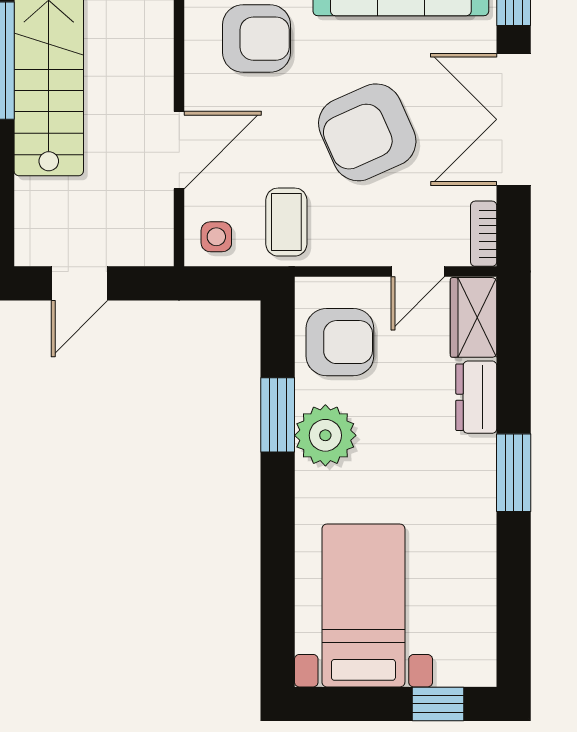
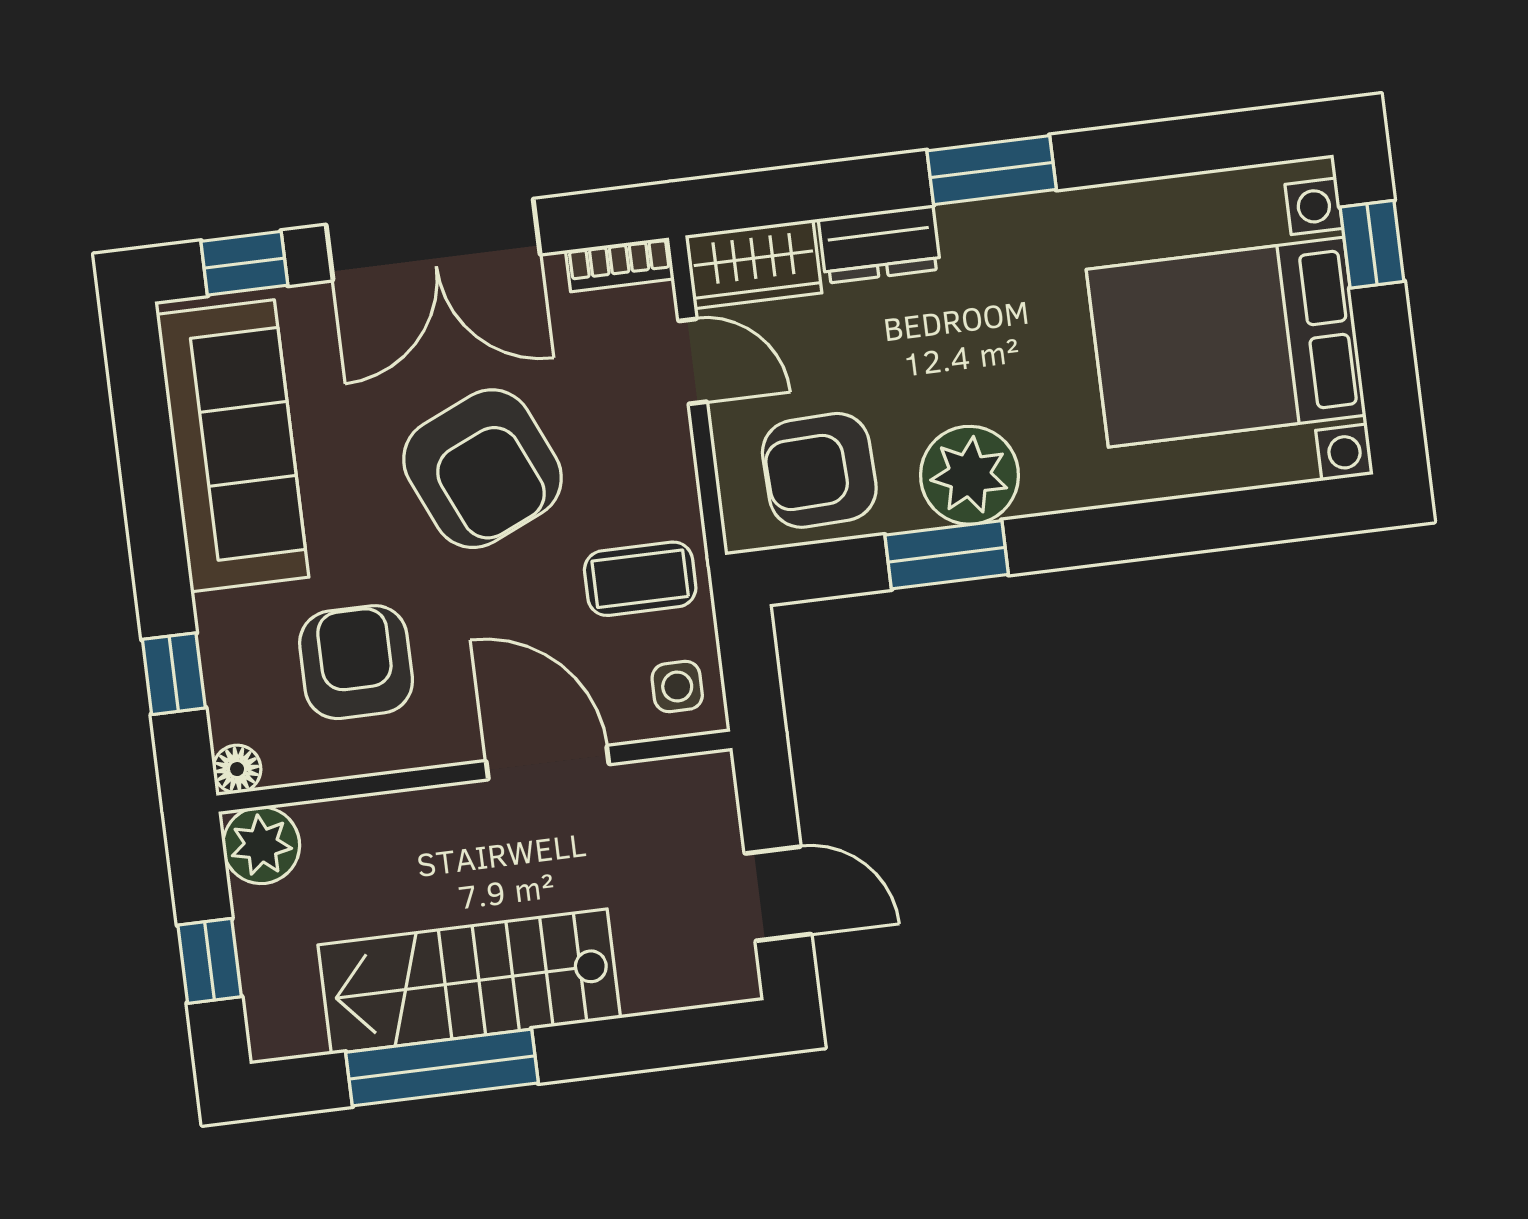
armchair: (340, 342) -> (819, 470), turned -92
bed with nightstands: (363, 605) -> (1226, 342), width x1.36

